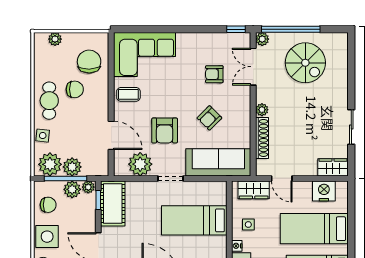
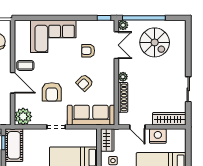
corner sofa: (144, 55) -> (53, 36), moved
double door: (253, 67) -> (116, 45), swing flipped
door: (111, 135) -> (13, 83), moved
plant: (140, 164) -> (23, 116), moved
wardrobe: (333, 167) -> (169, 119), width x1.50
wardrobe: (254, 190) -> (107, 140), moved, turned -90
nightstand: (324, 191) -> (158, 136), moved

